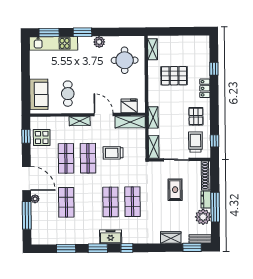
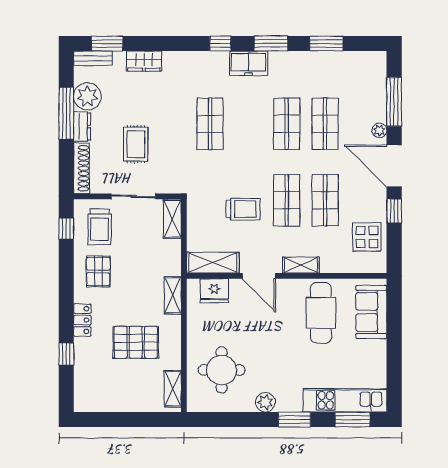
cafe table: (68, 94) -> (321, 313), width x1.37, depth x1.35
shelving: (153, 117) -> (173, 295), moved
window: (26, 136) -> (394, 211), moved
shop shelf: (110, 202) -> (287, 124), moved

